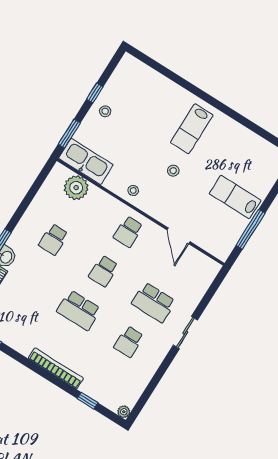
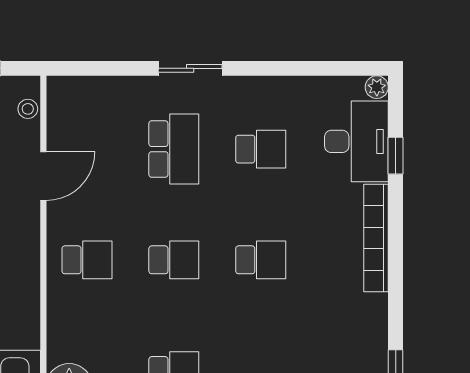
stool: (133, 190) -> (28, 109), moved
school desk: (79, 310) -> (261, 260), width x0.54
desk: (105, 387) -> (356, 141), added

